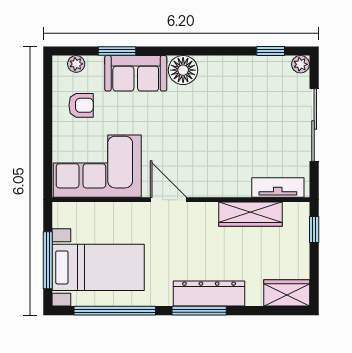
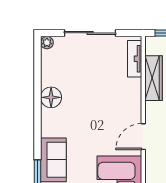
window: (271, 51) -> (37, 64), removed
floor lamp: (183, 70) -> (51, 97), moved

